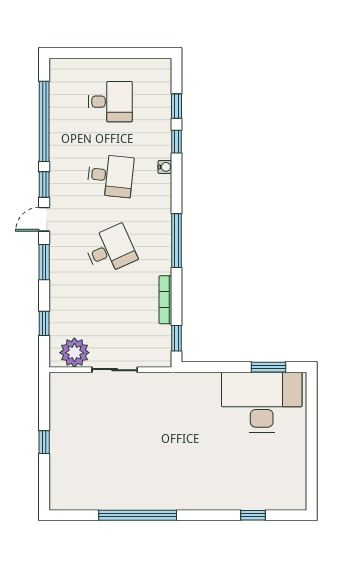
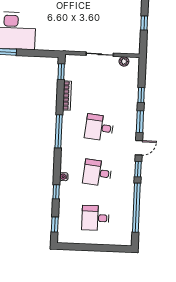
window: (176, 106) -> (55, 224), moved
desk: (110, 250) -> (99, 128), turned 30
window: (44, 323) -> (141, 95), moved
plant: (74, 353) -> (124, 61), width x0.53, depth x0.53
window: (44, 442) -> (144, 23), moved

